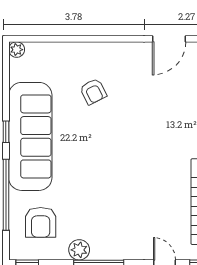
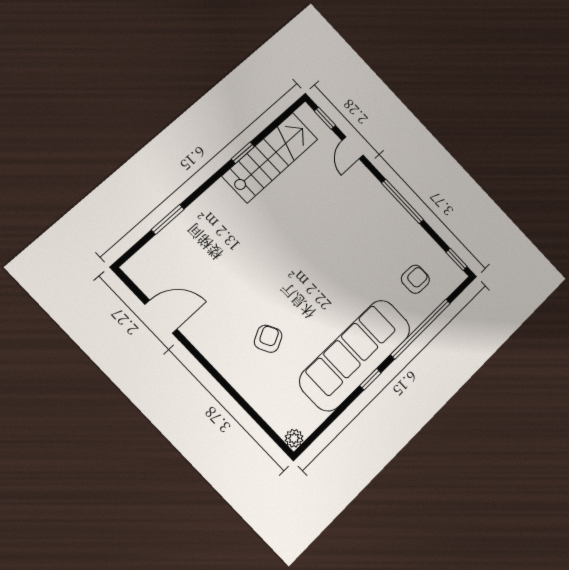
armchair: (41, 222) -> (415, 279), width x0.72, depth x0.72
plant: (79, 250) -> (407, 227), removed

